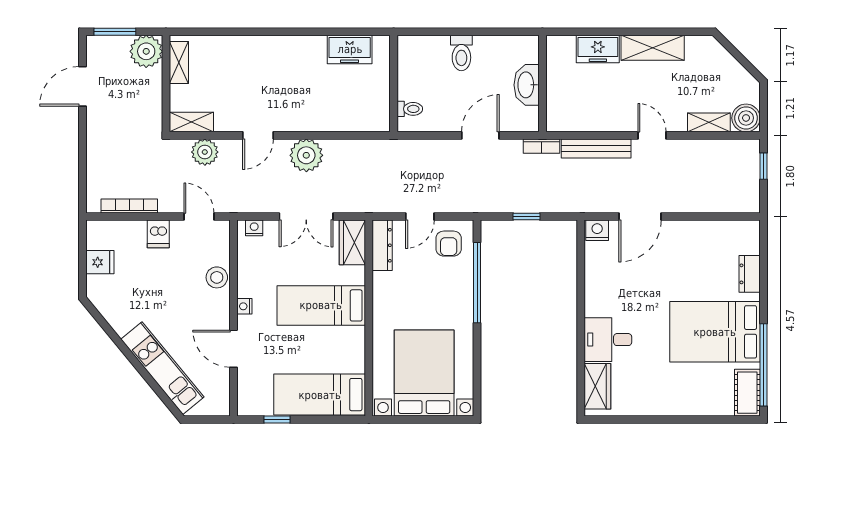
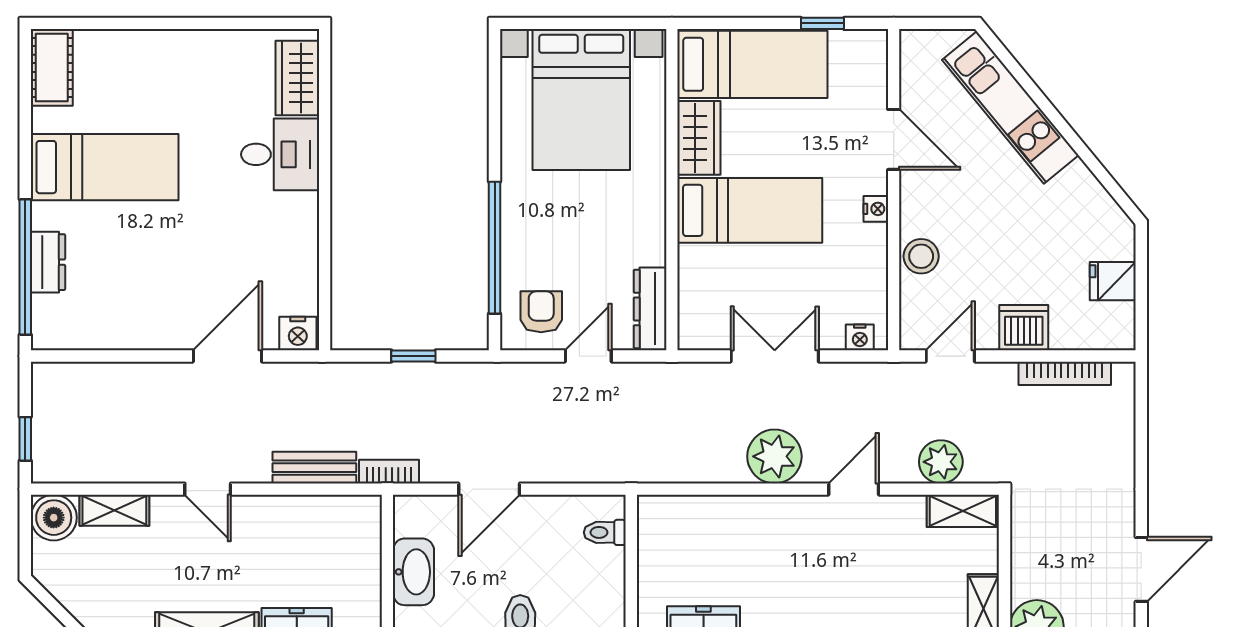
bench: (596, 148) -> (314, 468), width x0.73
door: (199, 217) -> (950, 356), swing flipped
dishwasher: (158, 234) -> (1024, 328), width x1.38
wardrobe: (352, 242) -> (699, 138), moved
bed: (715, 332) -> (105, 167), width x0.67
window: (763, 365) -> (25, 267), moved

